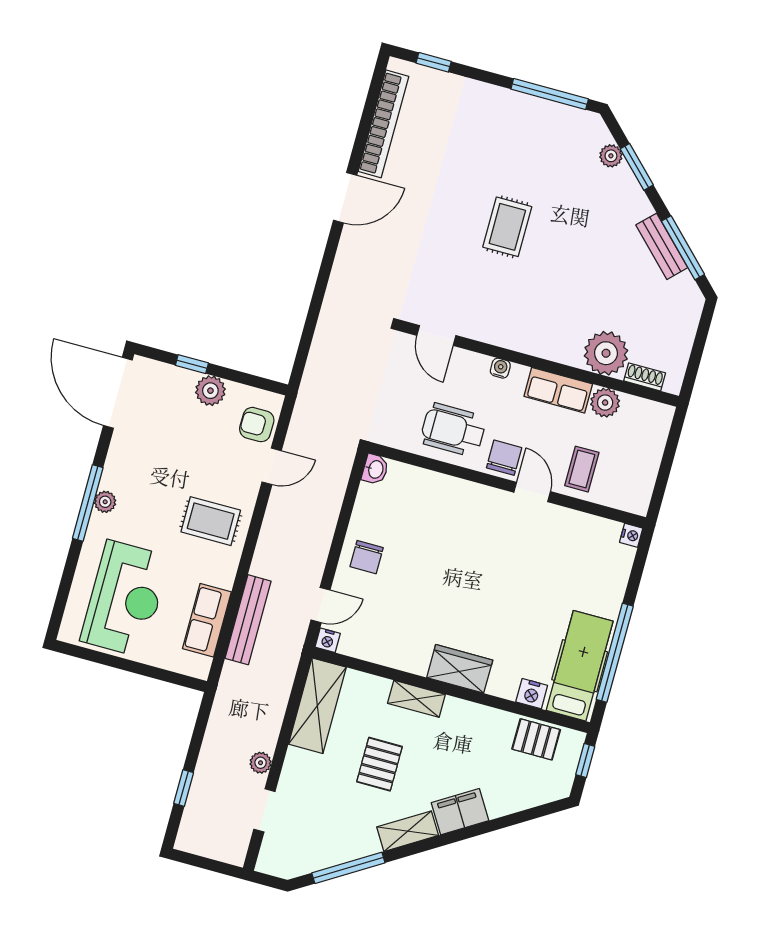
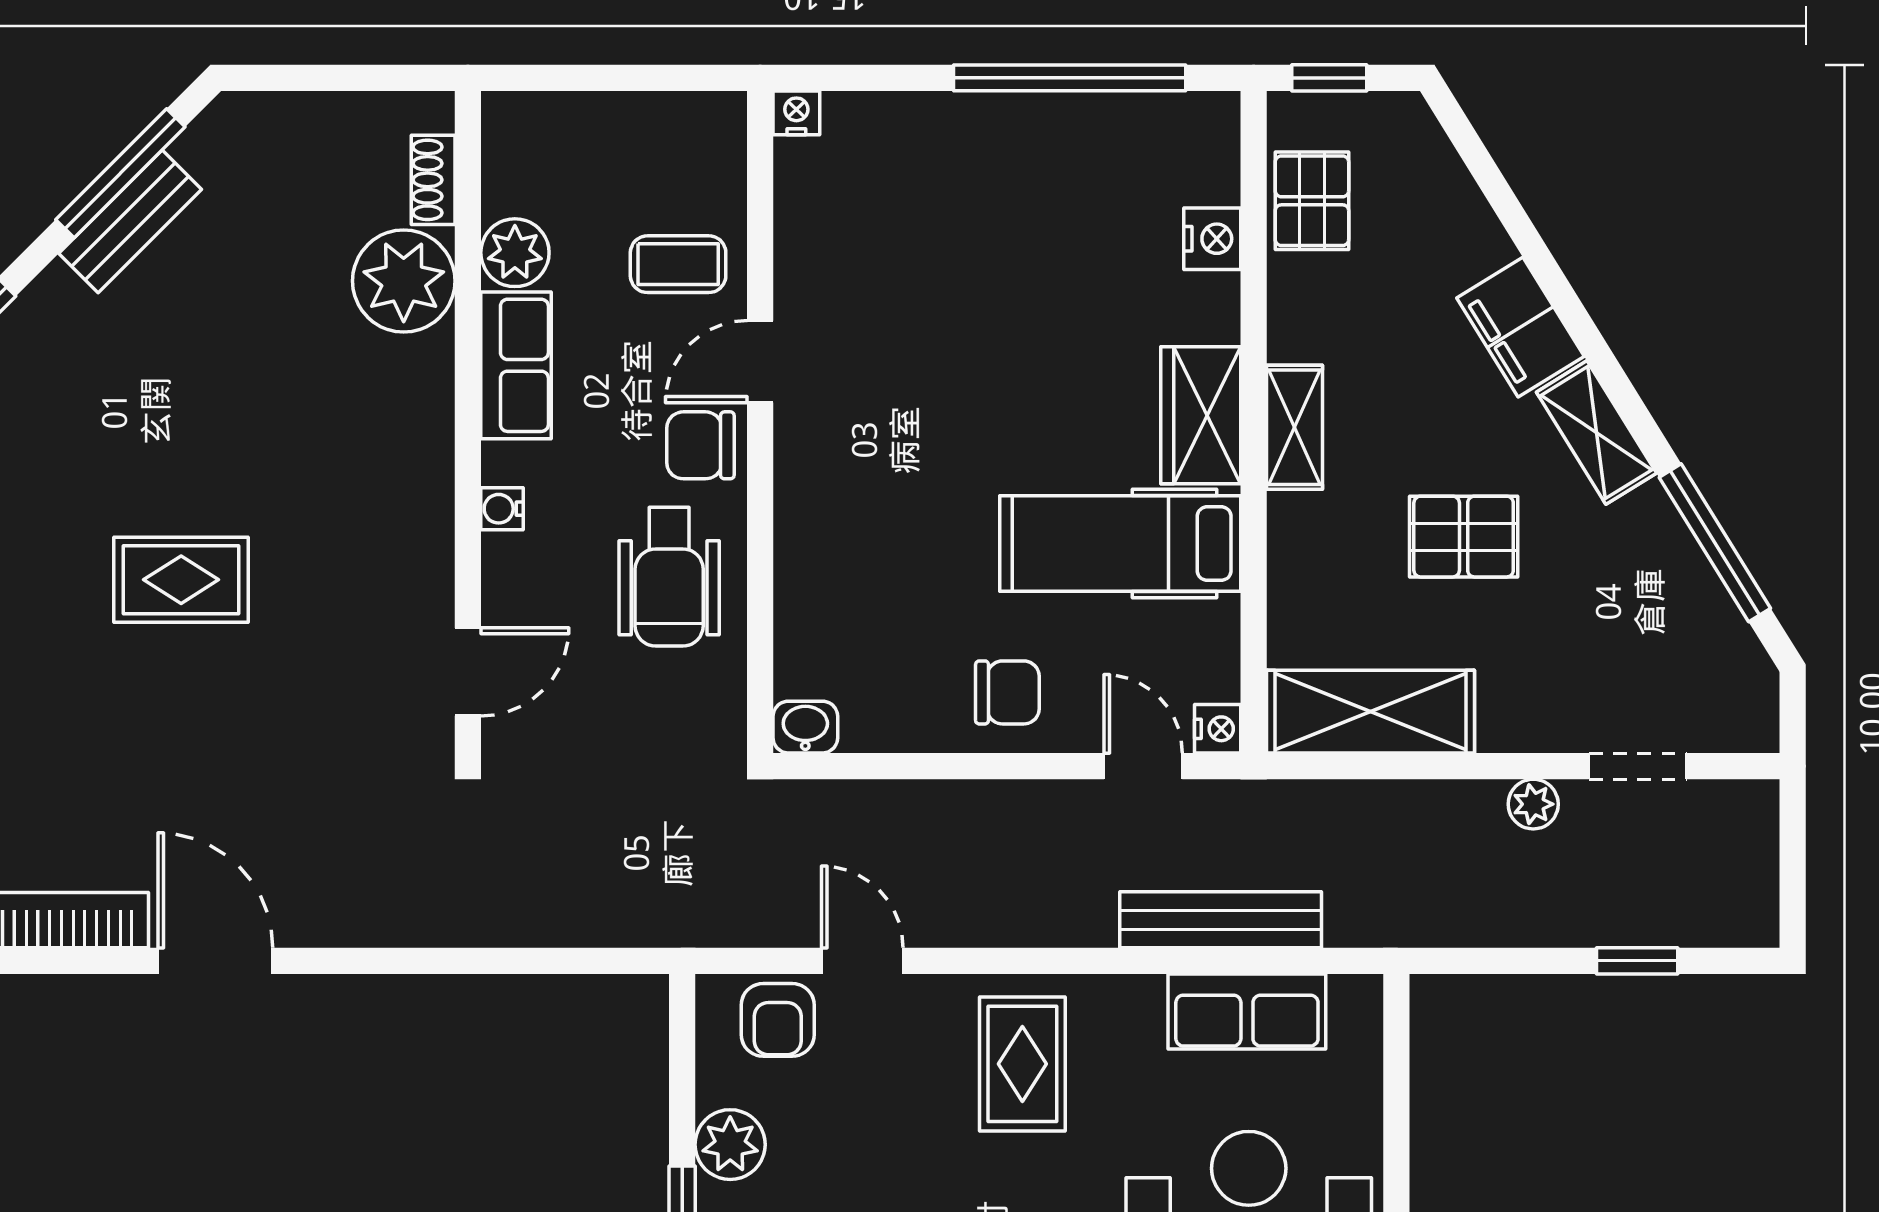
hospital bed: (580, 666) -> (1120, 544), moved
shelving: (416, 699) -> (1295, 427), moved

